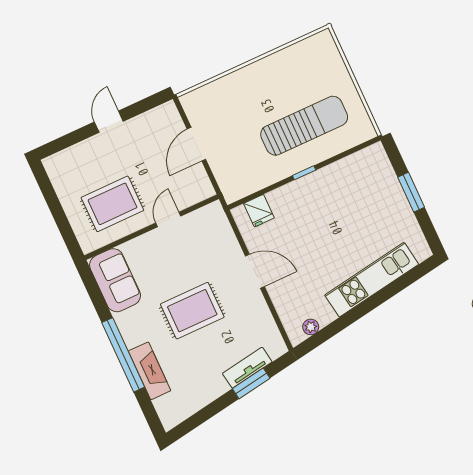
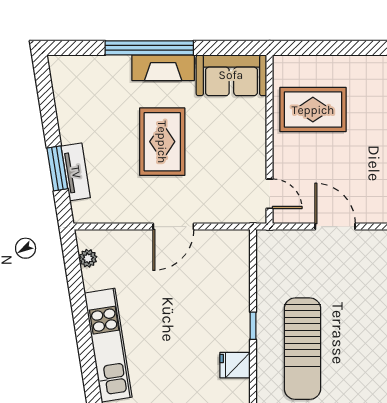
rug: (112, 204) -> (313, 110), turned 90
fridge: (259, 211) -> (235, 365), moved
door: (168, 220) -> (270, 194), moved
fireplace: (150, 371) -> (163, 68), moved

